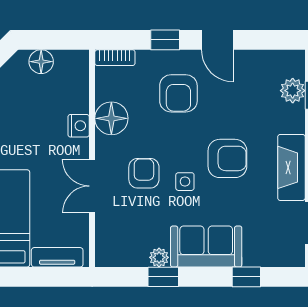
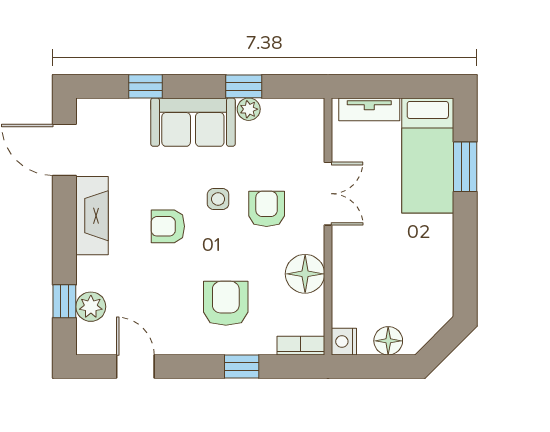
door: (217, 40) -> (135, 366), moved
nightstand: (79, 126) -> (344, 342), moved
armchair: (227, 158) -> (168, 226), width x0.72, depth x0.72
armchair: (144, 173) -> (267, 209), turned 180

